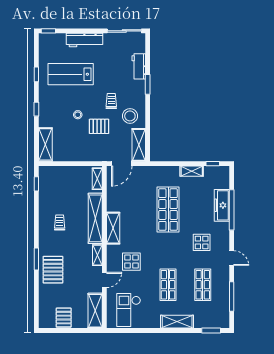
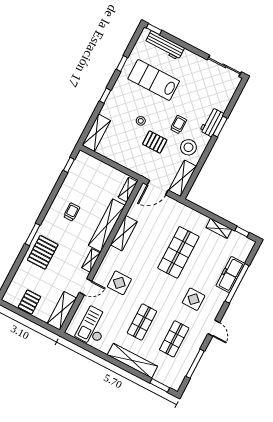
workbench: (85, 40) -> (165, 45), moved
workbench: (139, 66) -> (212, 122), moved
shelving: (113, 228) -> (124, 233), moved
shelving: (177, 322) -> (132, 361), width x1.47

